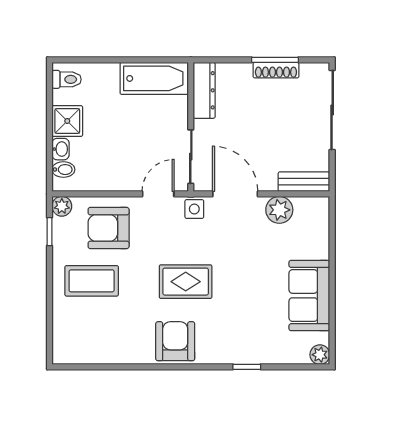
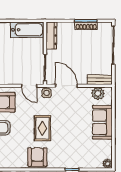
door: (158, 194) -> (29, 86), swing flipped
plant: (279, 210) -> (98, 93), moved
rug: (186, 282) -> (42, 128), turned 90
sofa: (309, 296) -> (102, 122), moved

